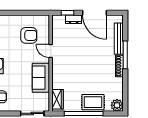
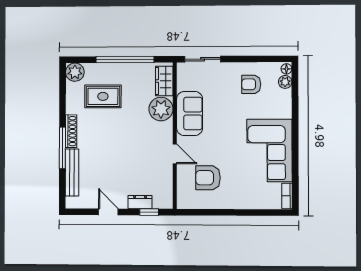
door: (95, 13) -> (108, 212), width x0.53
plant: (60, 81) -> (161, 109), added
rug: (93, 102) -> (103, 96), moved

